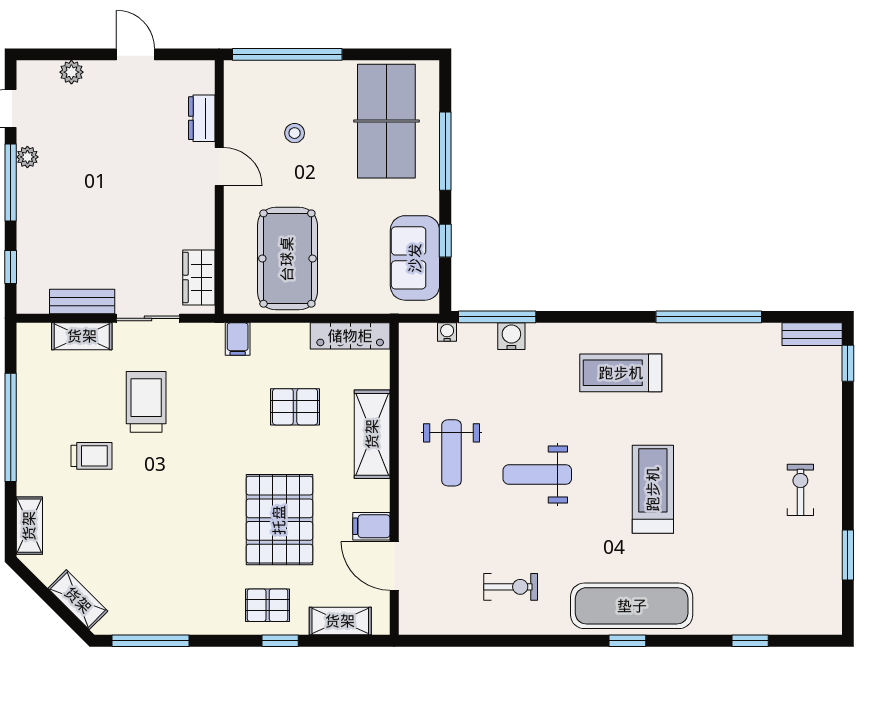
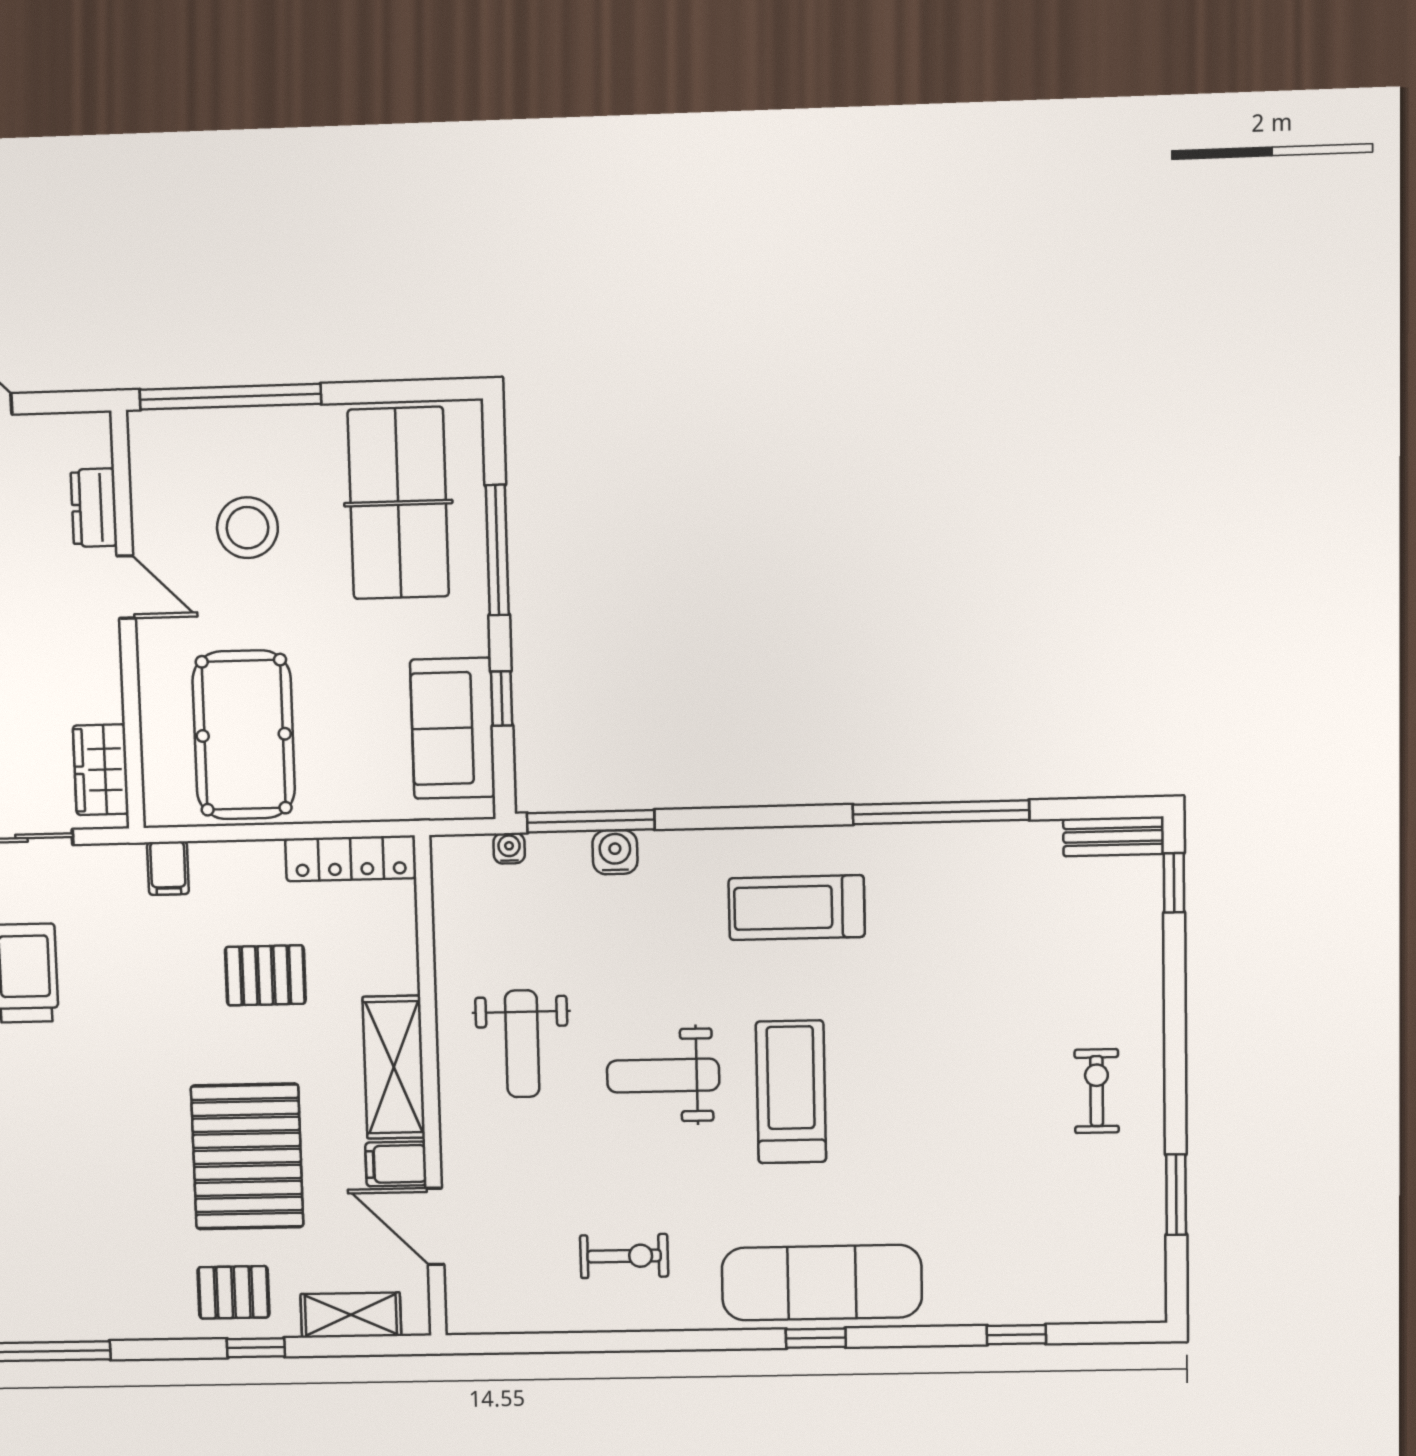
stool: (295, 133) -> (247, 528), width x1.89, depth x1.89
shelving: (372, 434) -> (394, 1067), moved
treadmill: (653, 489) -> (791, 1092), moved

